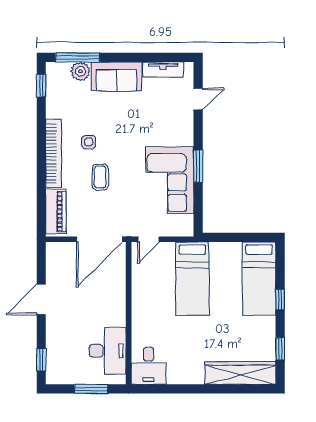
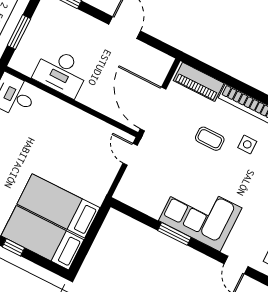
corner sofa: (170, 180) -> (200, 214), moved
bed: (192, 279) -> (58, 206), moved
desk: (108, 351) -> (61, 72), moved

